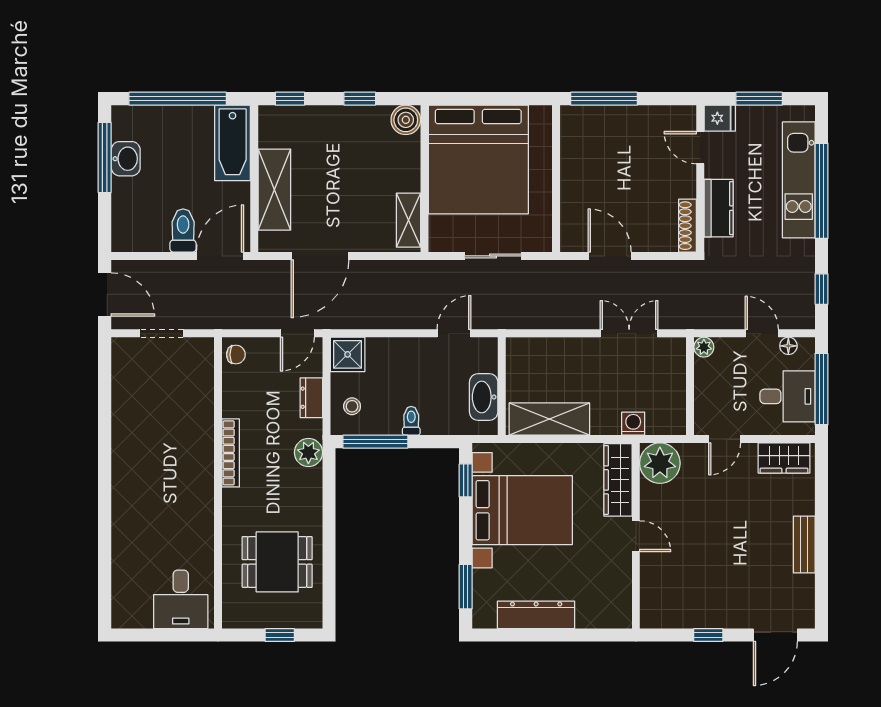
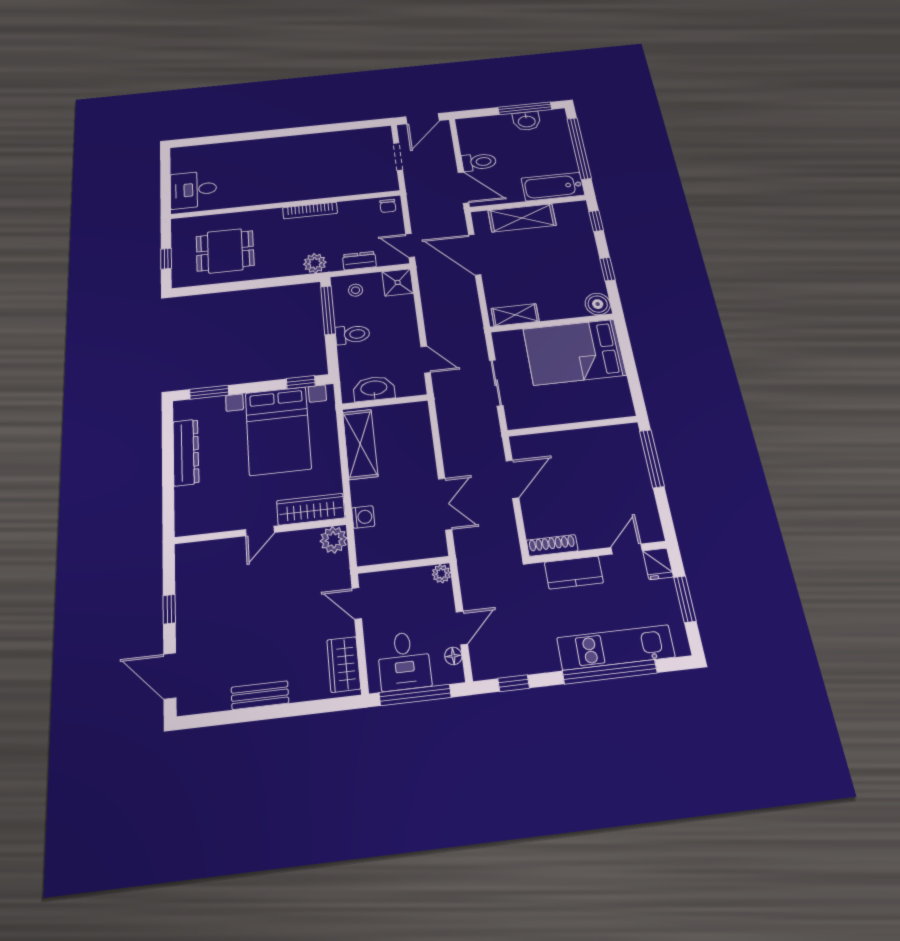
bed: (478, 159) -> (574, 352), width x0.73
toilet: (411, 421) -> (353, 334), width x1.37, depth x1.39
plant: (660, 463) -> (334, 540), width x0.73, depth x0.73
dining table: (277, 562) -> (225, 251), turned 90

